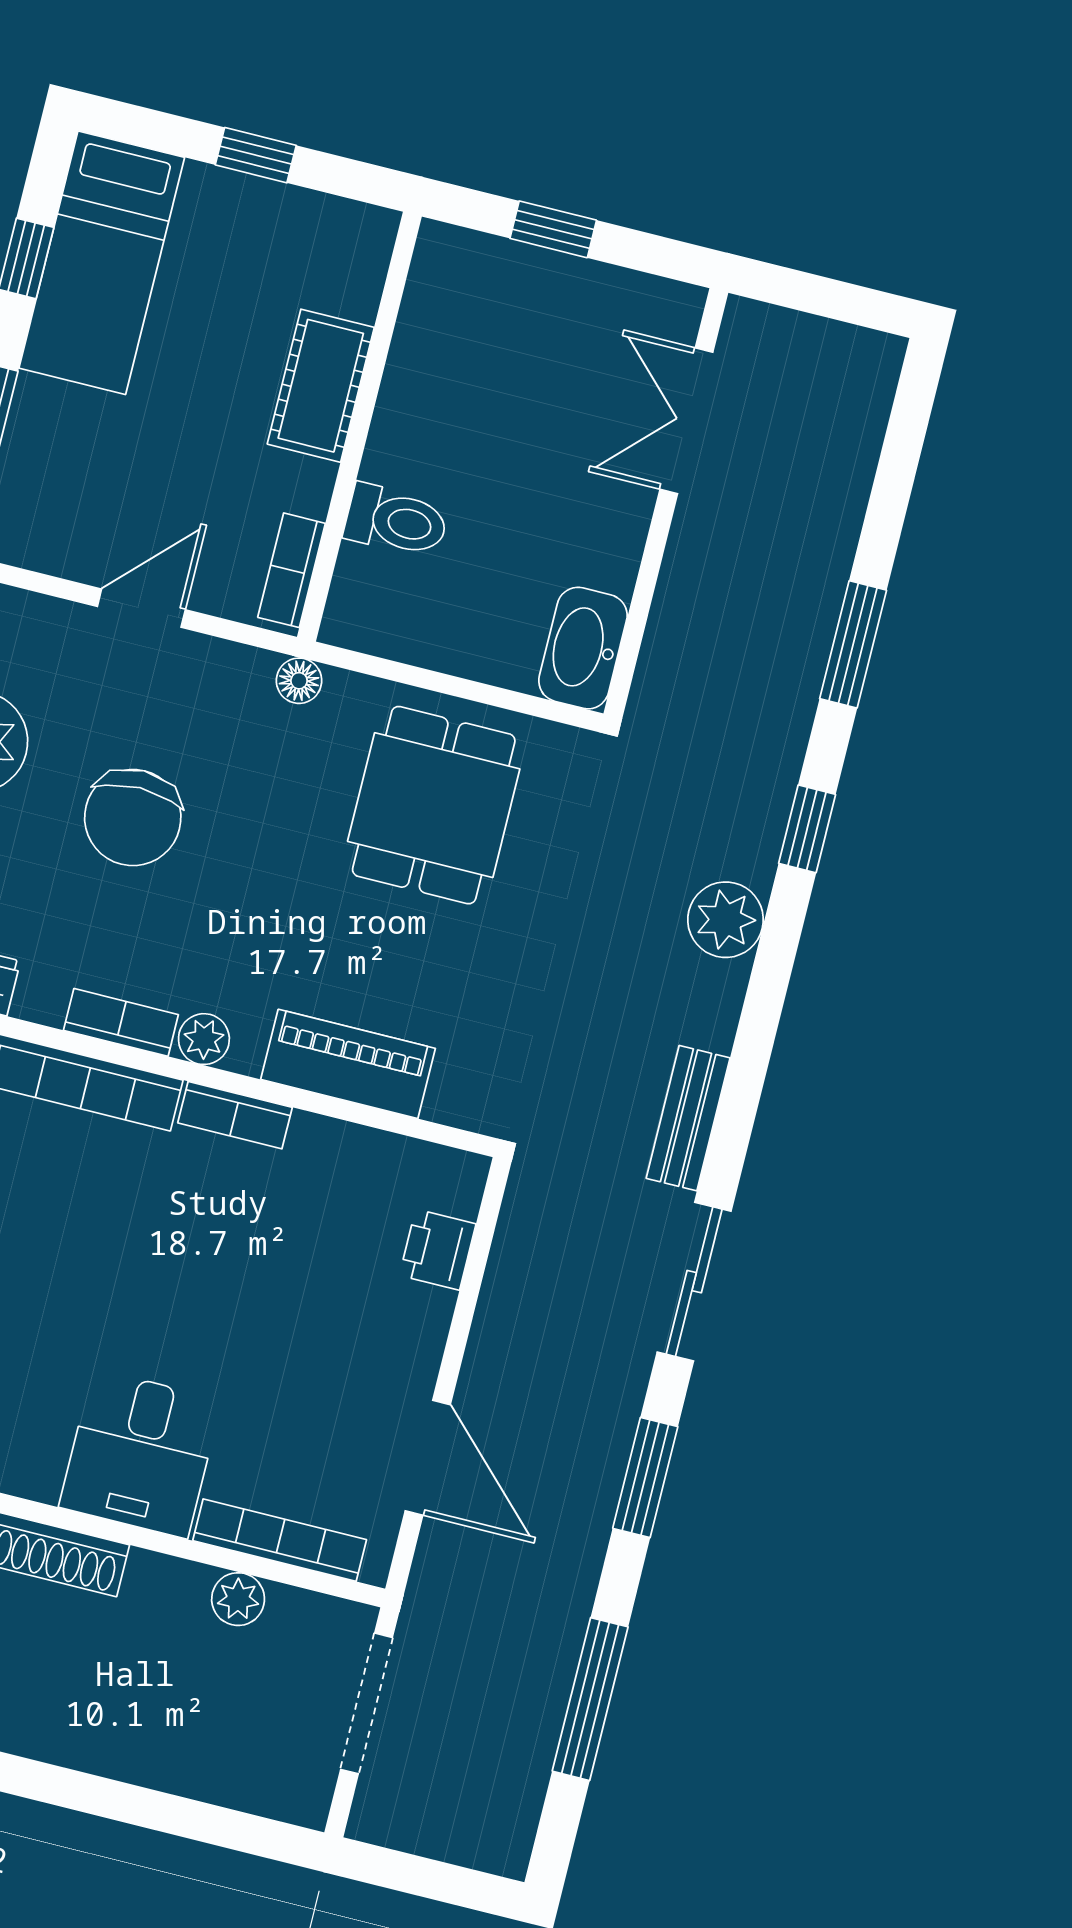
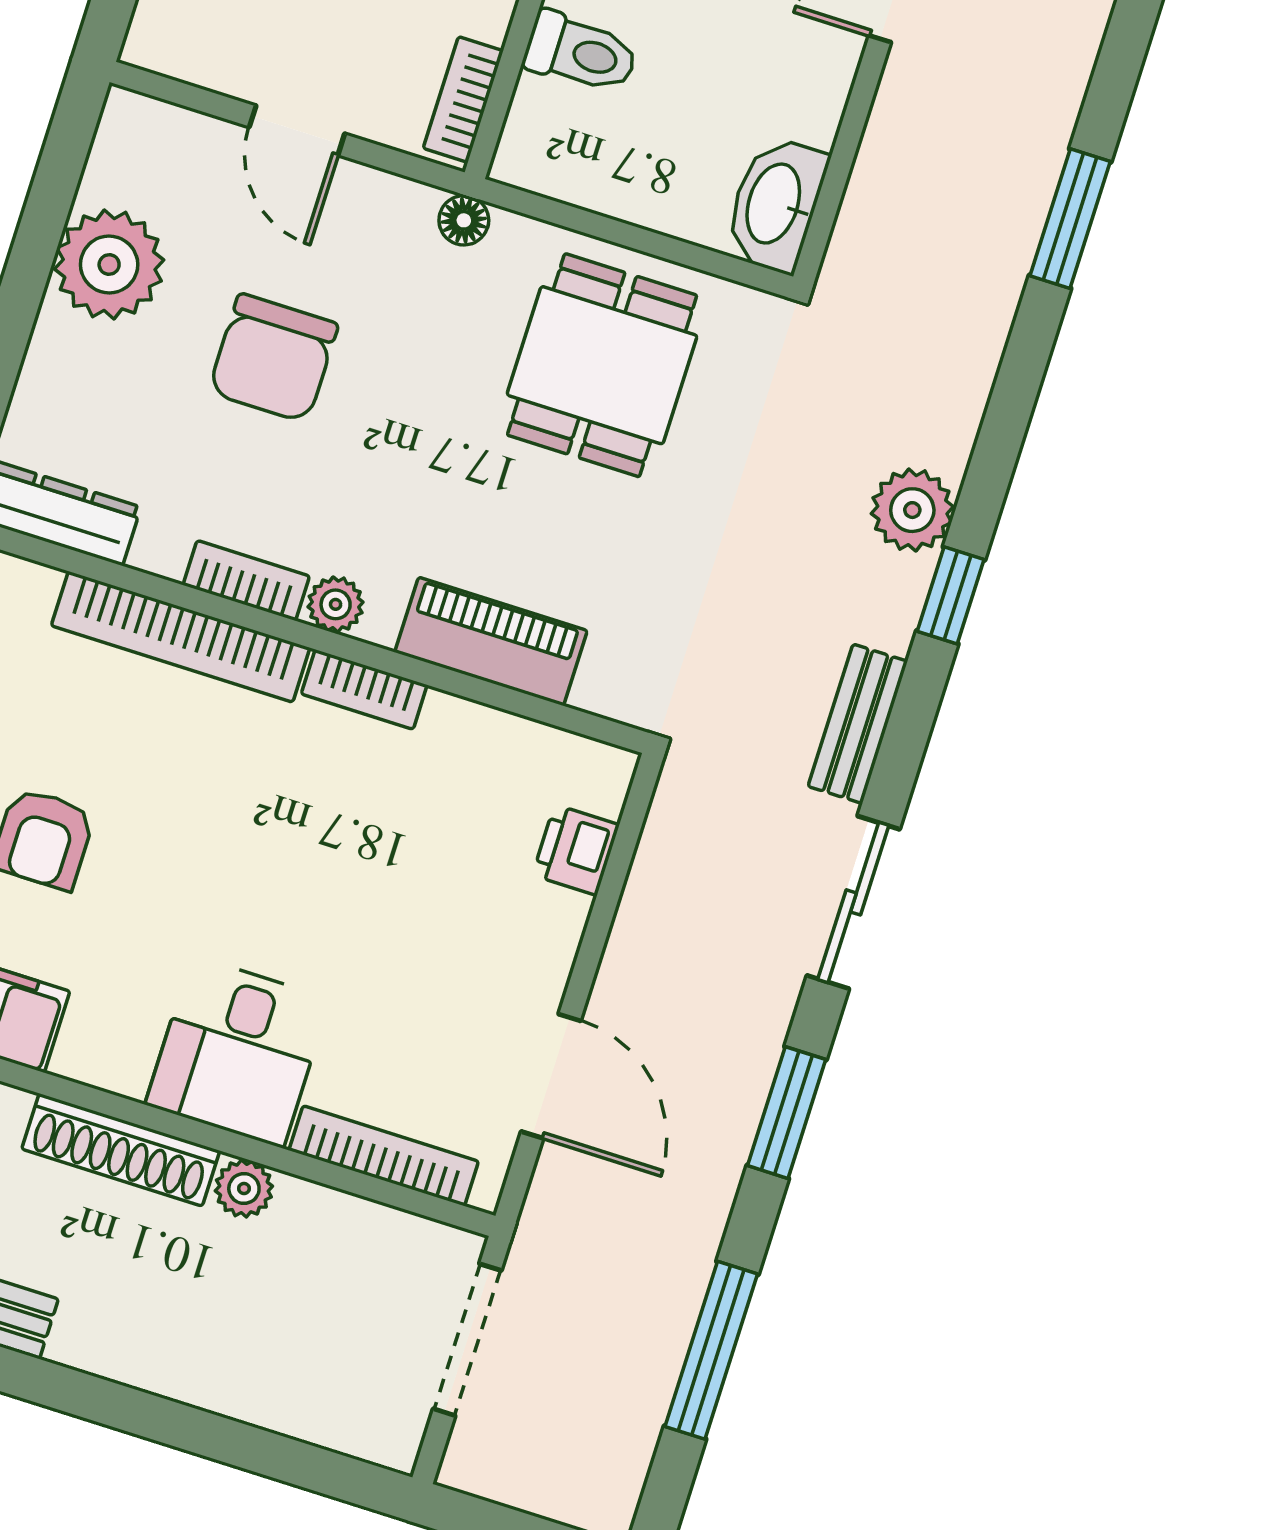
door: (141, 608) -> (297, 130), swing flipped
window: (807, 829) -> (951, 595), moved
plant: (238, 1599) -> (244, 1189), moved

